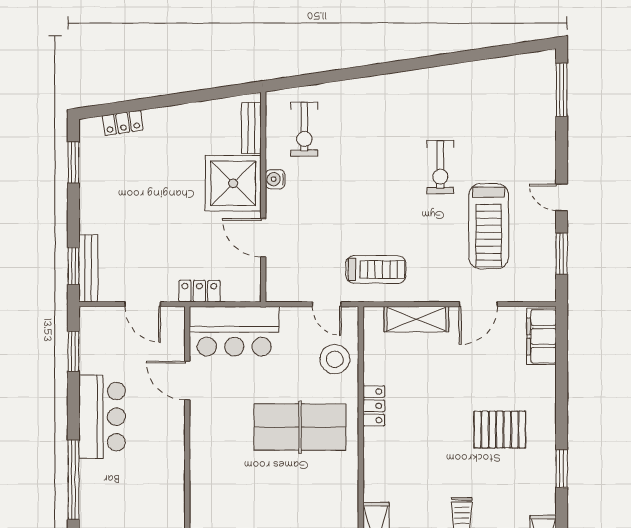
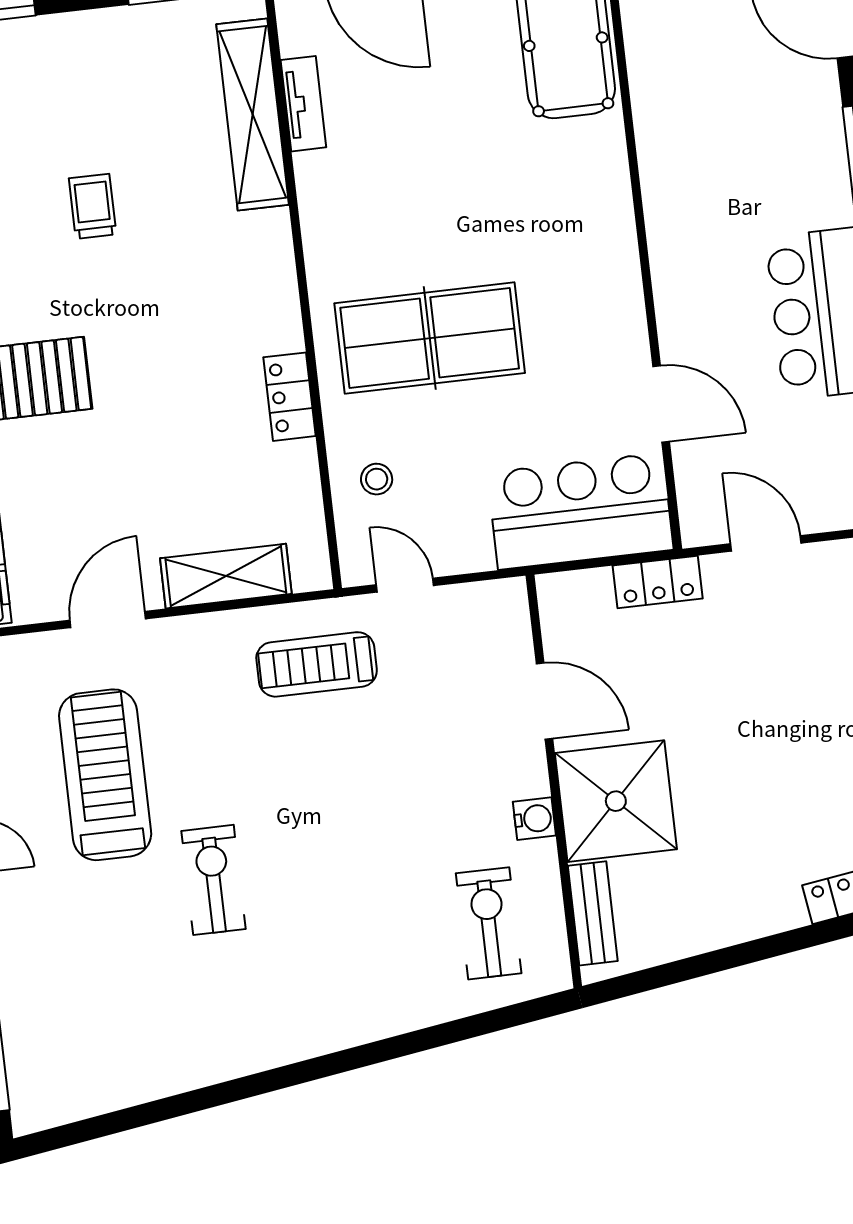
stool: (335, 359) -> (377, 479), width x0.53, depth x0.53

